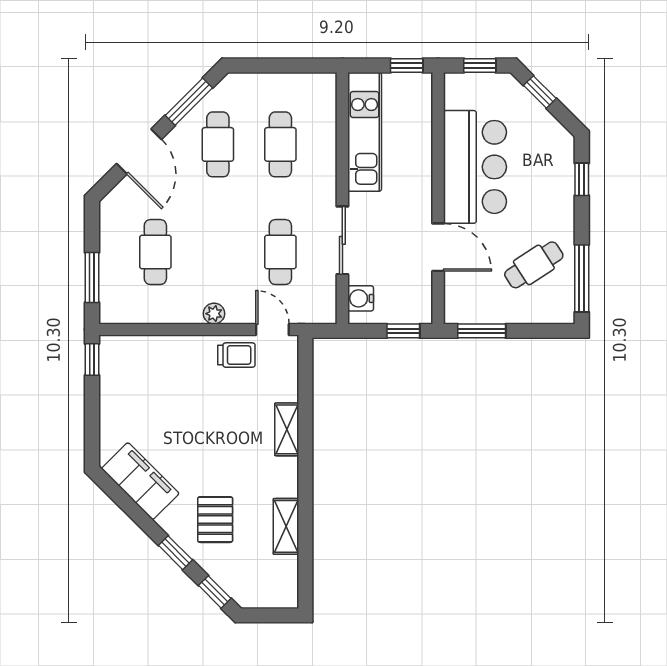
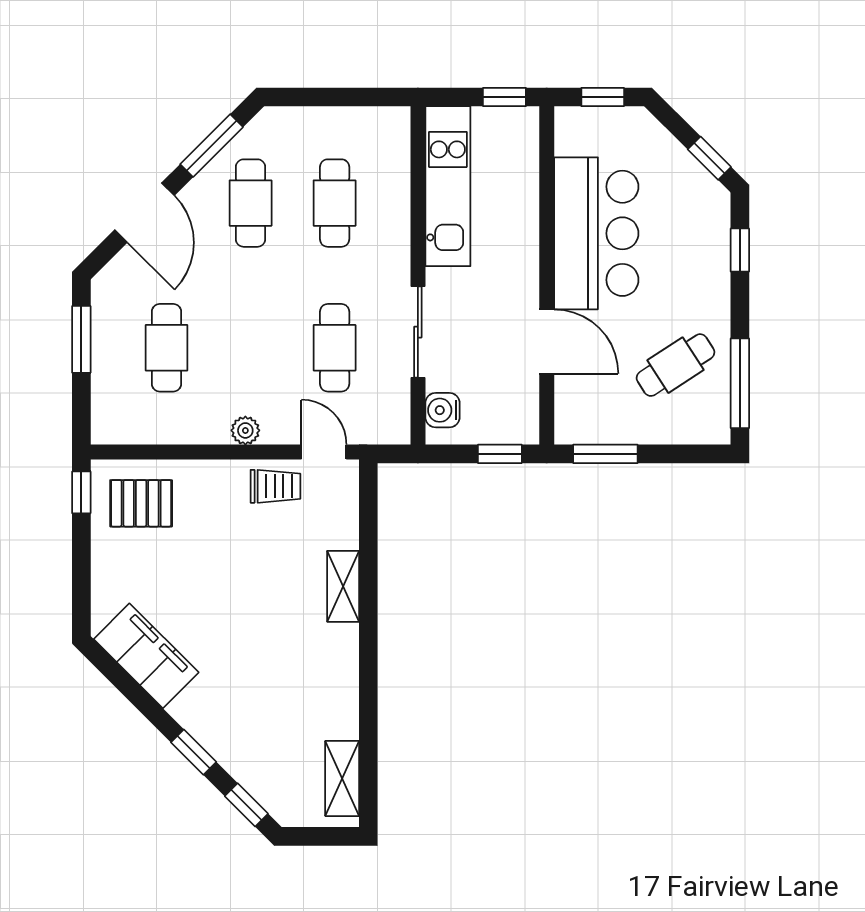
window: (540, 92) -> (709, 158), moved
window: (92, 277) -> (81, 339), moved
pallet: (215, 520) -> (141, 503), moved, turned 90
shelving: (286, 526) -> (342, 778), moved

